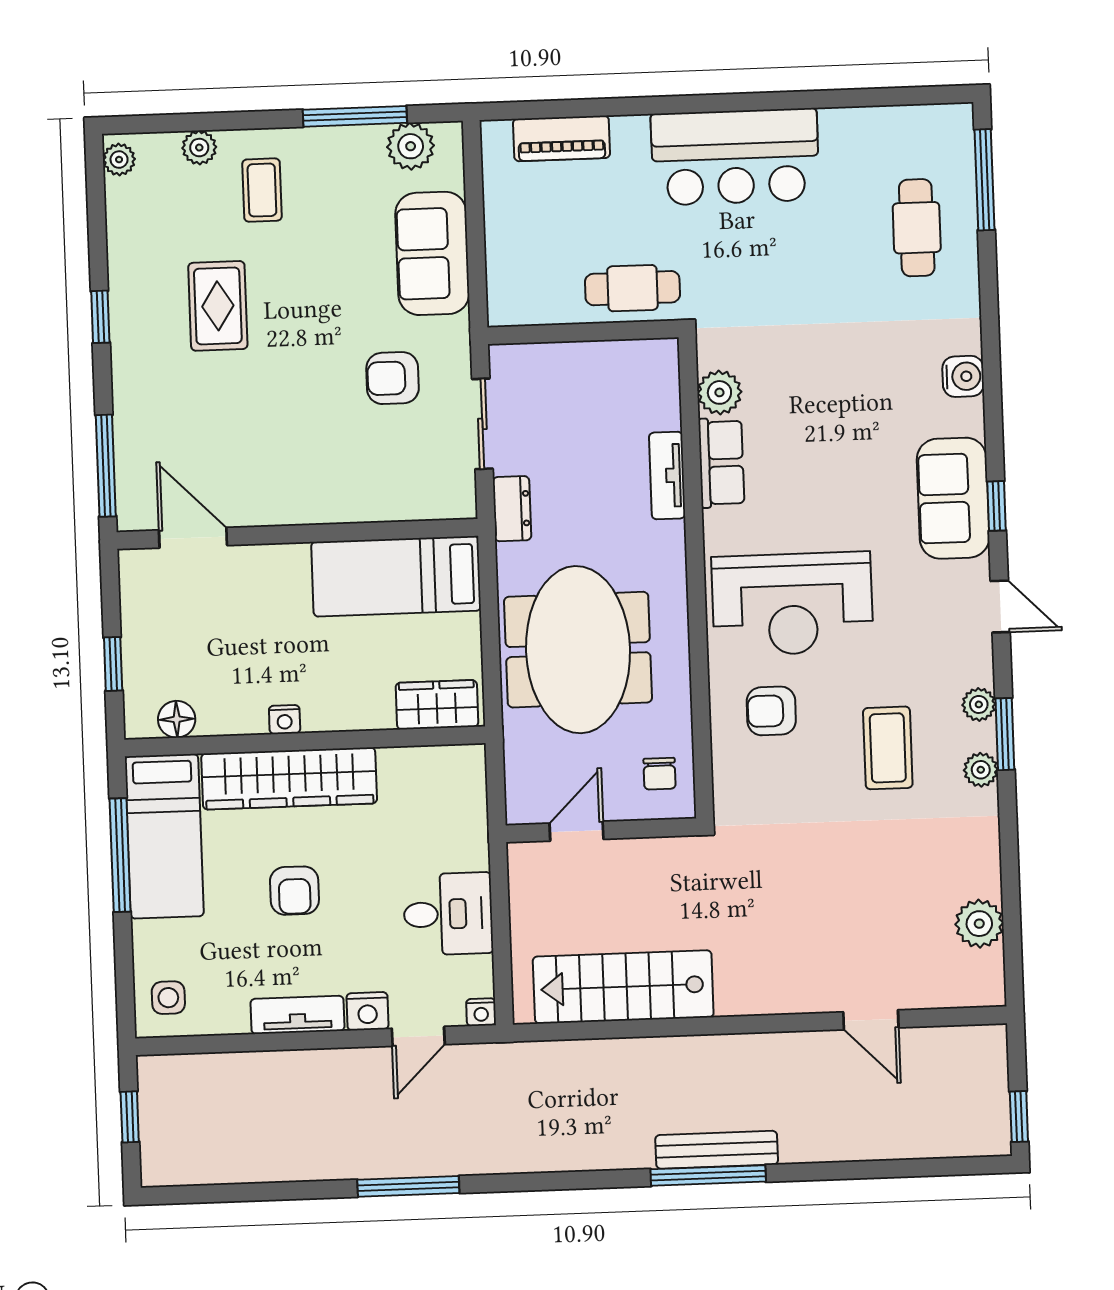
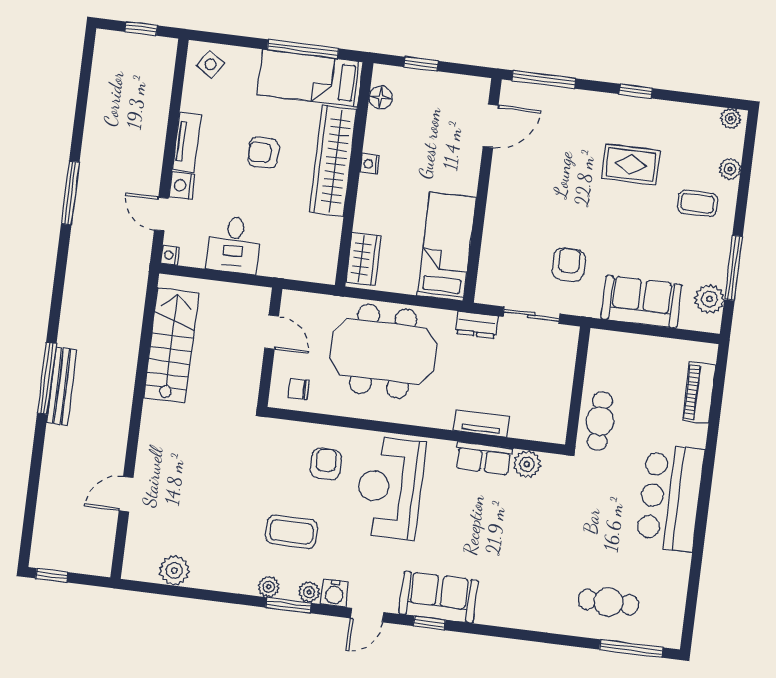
water cooler: (963, 376) -> (334, 593), moved
side table: (168, 998) -> (210, 64), turned 34

